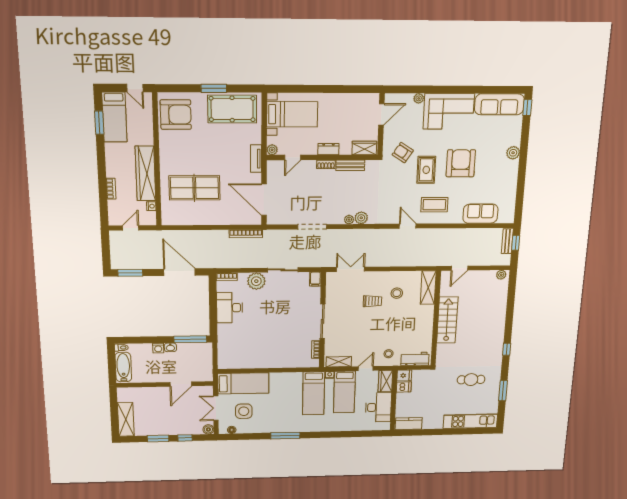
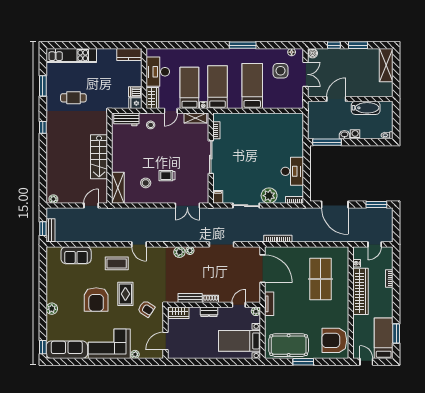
table tennis table: (194, 188) -> (321, 279), turned 90
bathtub: (123, 367) -> (366, 108), moved, turned -90
bed: (243, 383) -> (252, 86), moved, turned 90

